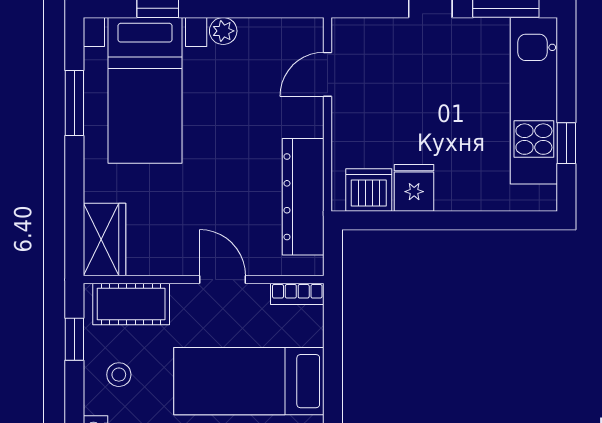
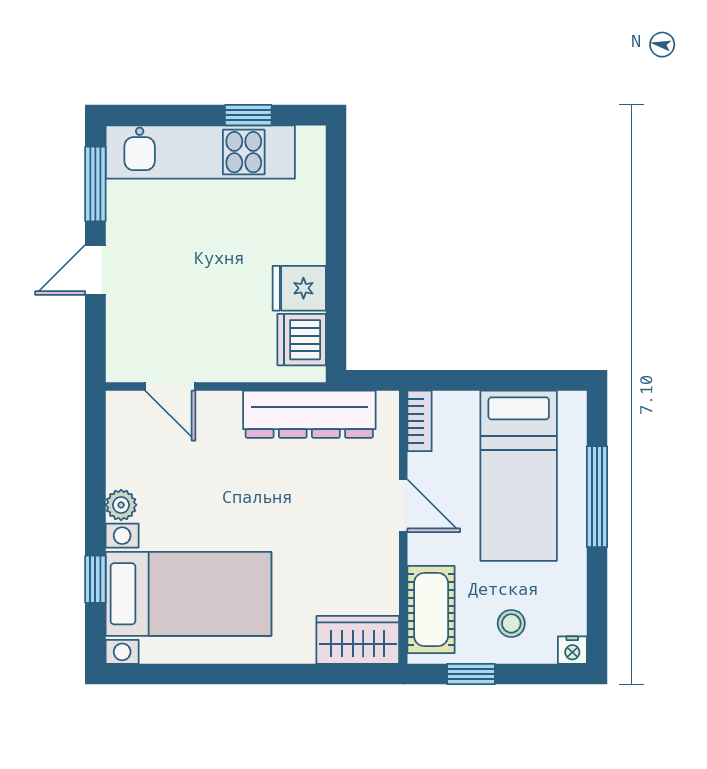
window: (74, 103) -> (203, 674), removed
door: (223, 280) -> (403, 506), swing flipped

